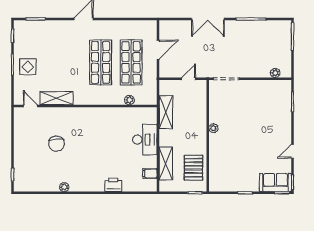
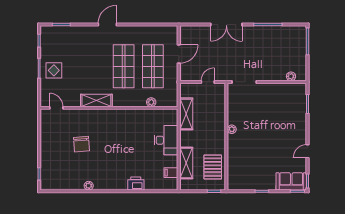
shelving: (56, 98) -> (96, 101), moved

